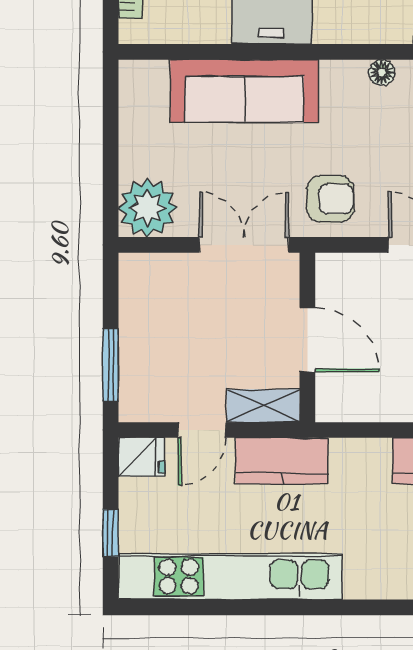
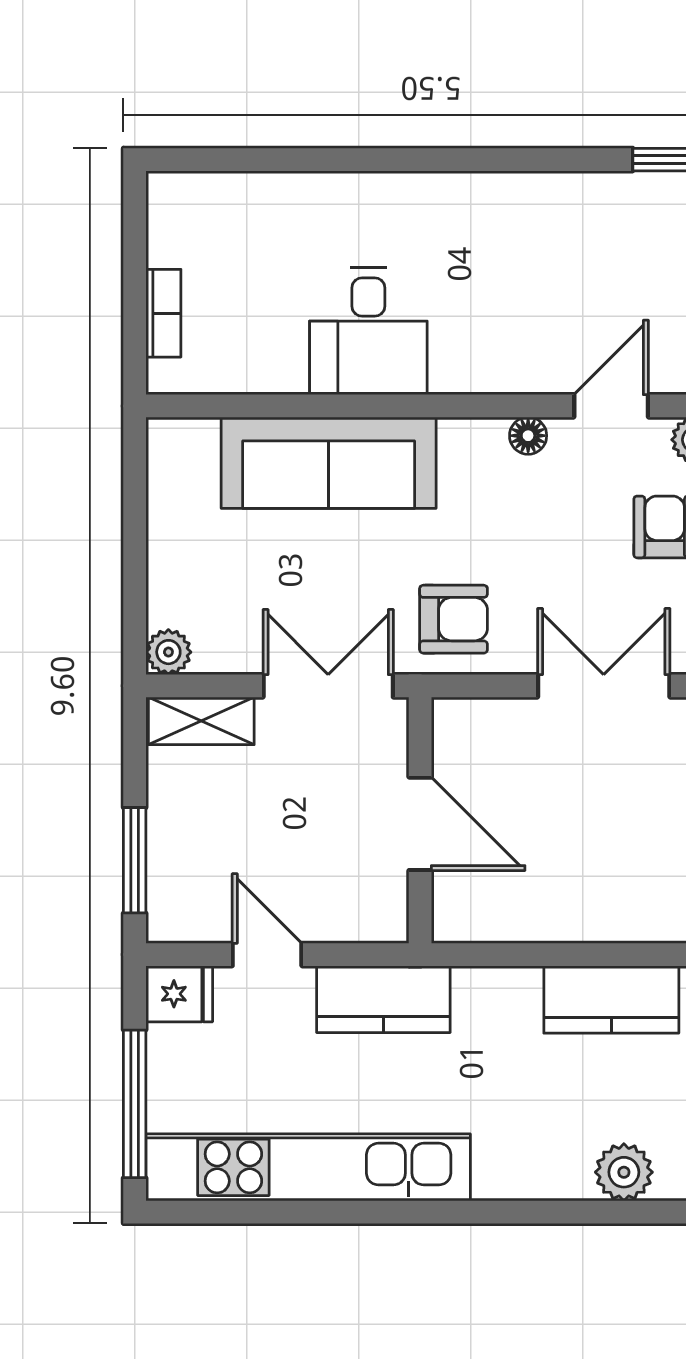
plant: (148, 208) -> (168, 652), width x0.53, depth x0.53
shelving: (263, 406) -> (201, 721), moved
door: (202, 430) -> (267, 955), swing flipped
window: (111, 533) -> (135, 1104), width x2.17

